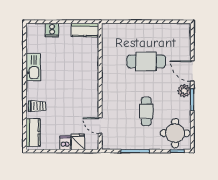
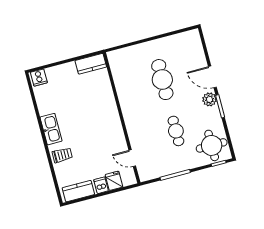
cooker: (52, 30) -> (39, 78), moved
cafe table: (146, 61) -> (162, 80), turned 90
kitchen sink: (33, 67) -> (51, 129), moved
kitchen counter: (33, 133) -> (78, 191), moved, turned -90

